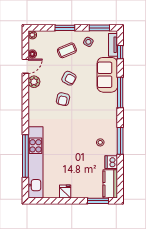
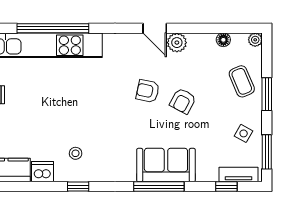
coffee table: (67, 50) -> (242, 81), moved
door: (25, 66) -> (155, 28), moved
sofa: (107, 75) -> (166, 165), moved
window: (120, 141) -> (78, 187), width x0.46

